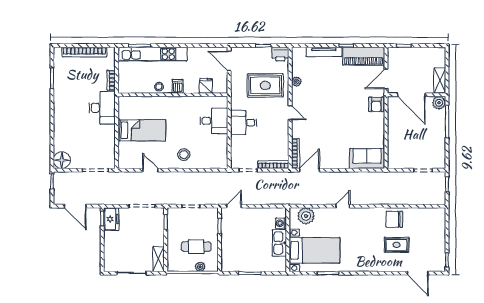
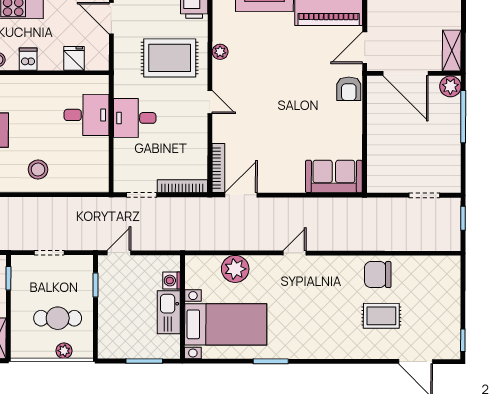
washing machine: (281, 223) -> (172, 281), moved
wall: (288, 240) -> (182, 307), moved
kitchen sink: (279, 243) -> (169, 312), moved
bed with nightstands: (315, 250) -> (226, 324), moved

